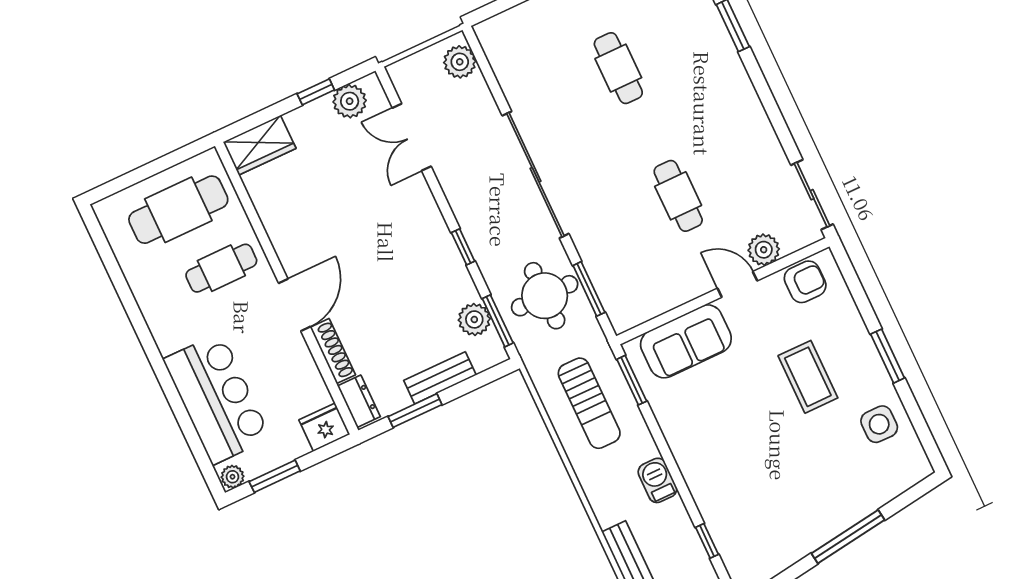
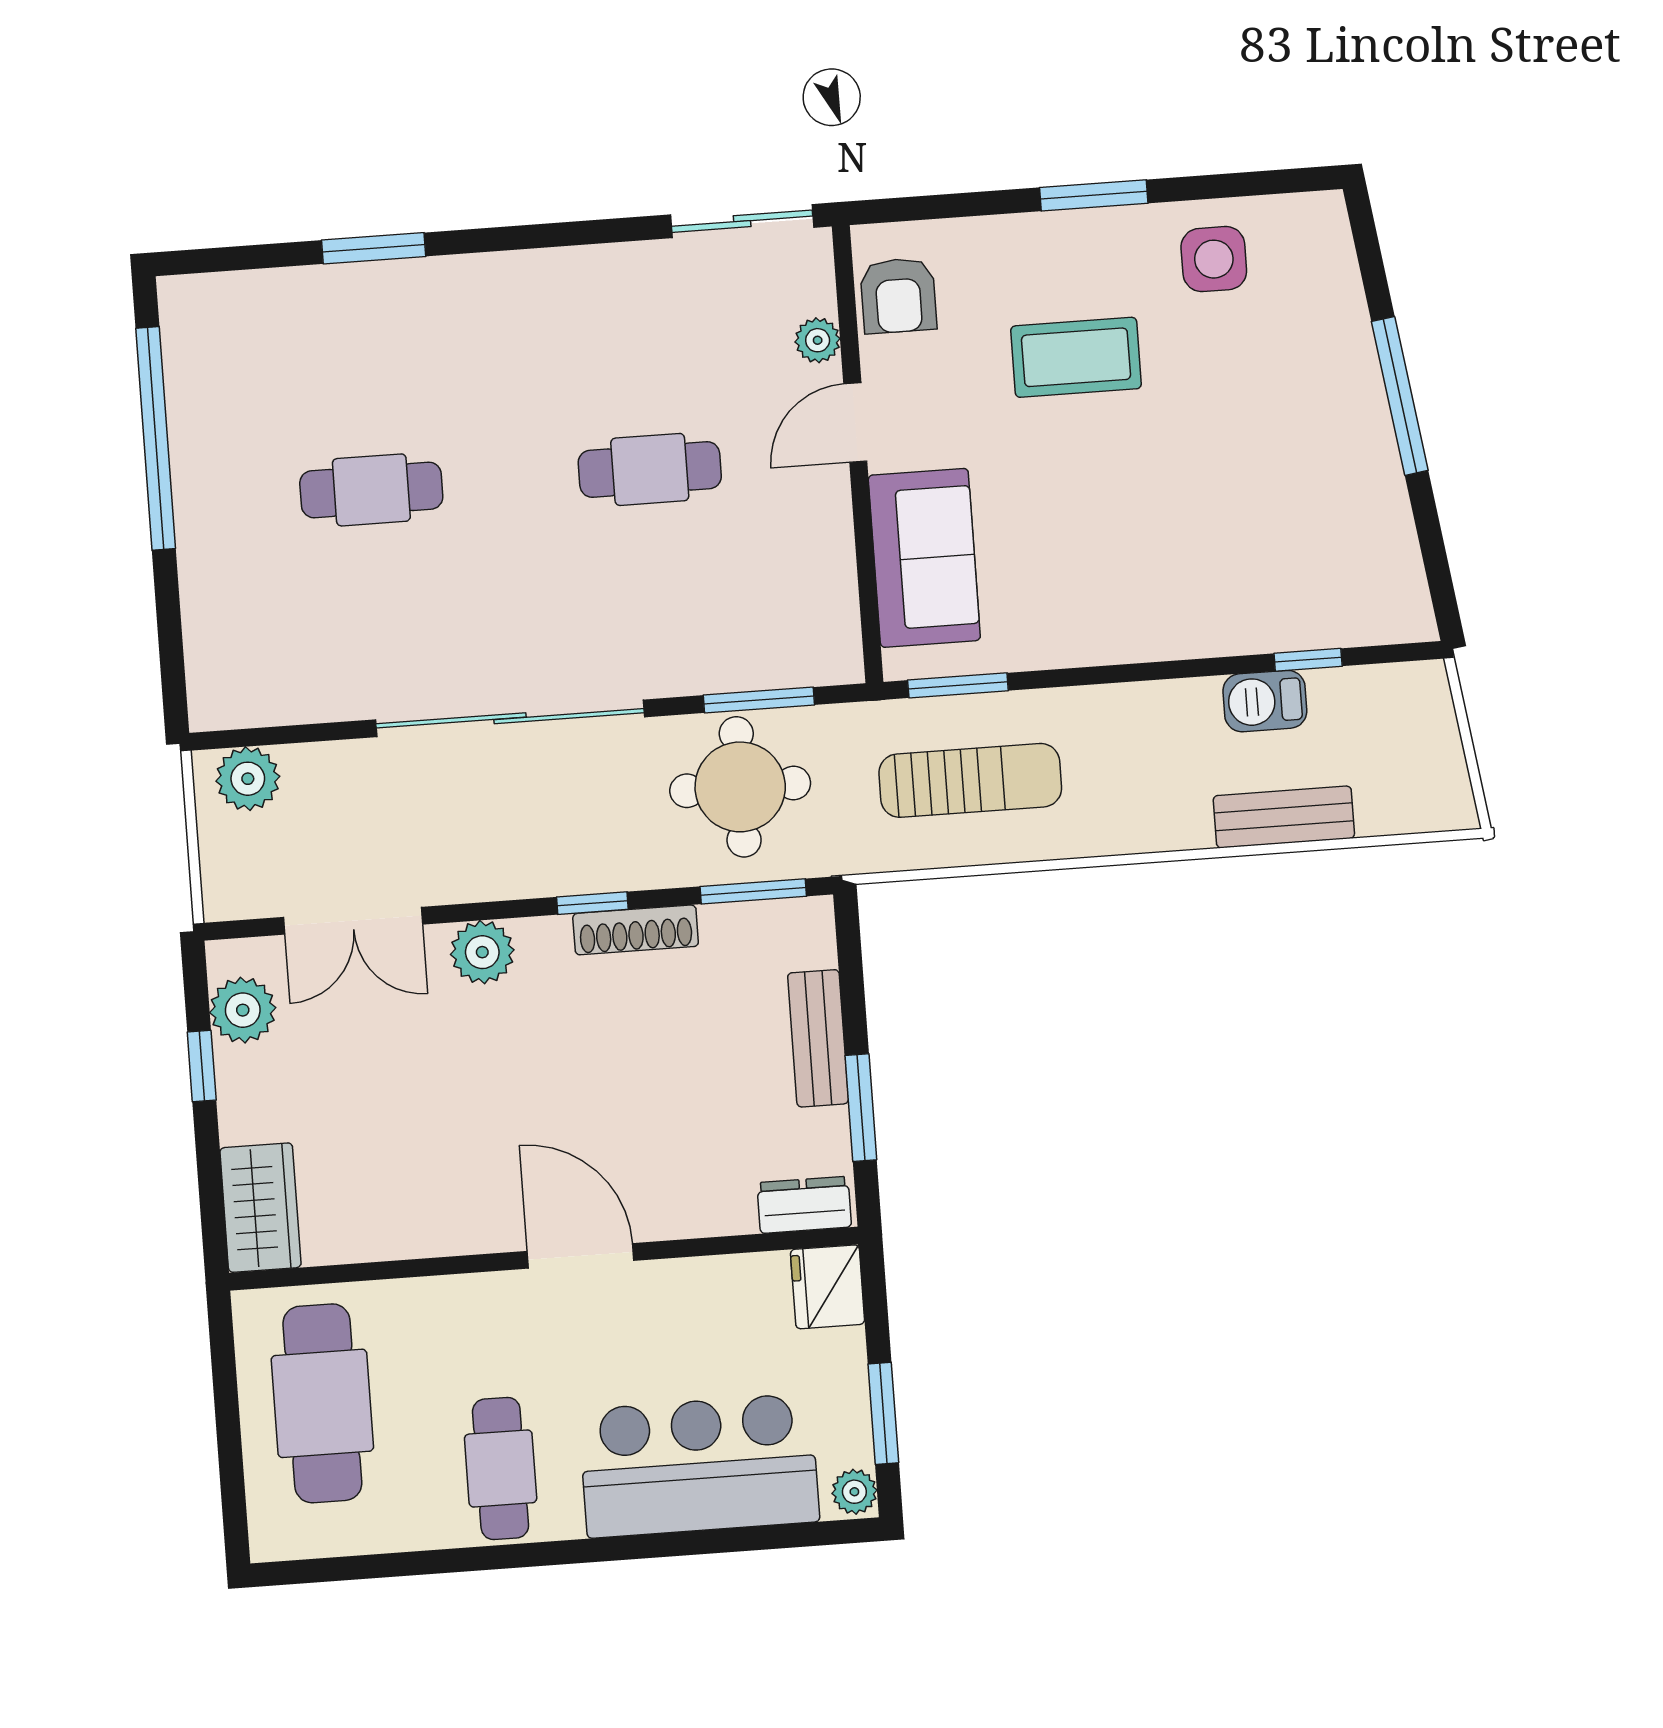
plant: (764, 250) -> (818, 340), width x0.73, depth x0.73
cafe table: (221, 268) -> (501, 1468), moved
armchair: (805, 282) -> (898, 295), turned 180
plant: (474, 319) -> (482, 952), moved
shoe rack: (333, 351) -> (636, 930), moved, turned 180
barbecue: (657, 480) -> (1265, 701), moved

